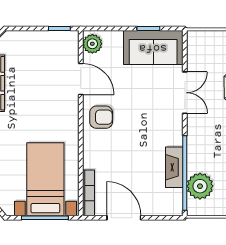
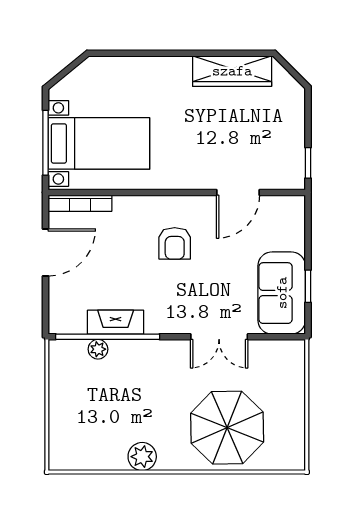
plant: (92, 44) -> (287, 208), removed
armchair: (101, 117) -> (175, 243), moved
plant: (200, 186) -> (98, 349), width x0.53, depth x0.53

